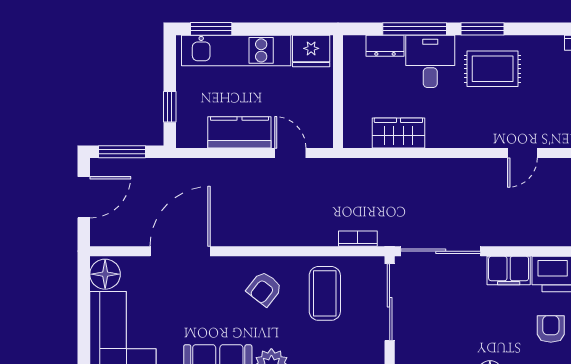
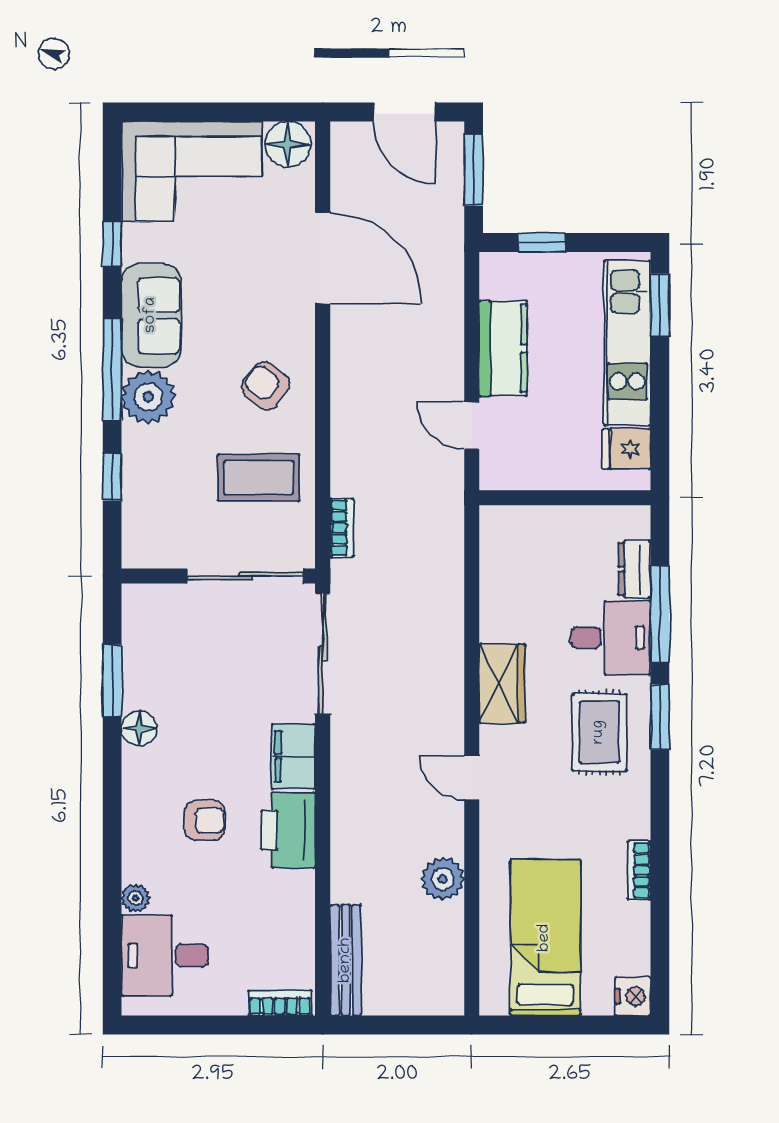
fridge: (311, 51) -> (626, 449), width x0.72
wardrobe: (398, 133) -> (502, 683), moved
door: (290, 153) -> (472, 426), swing flipped

